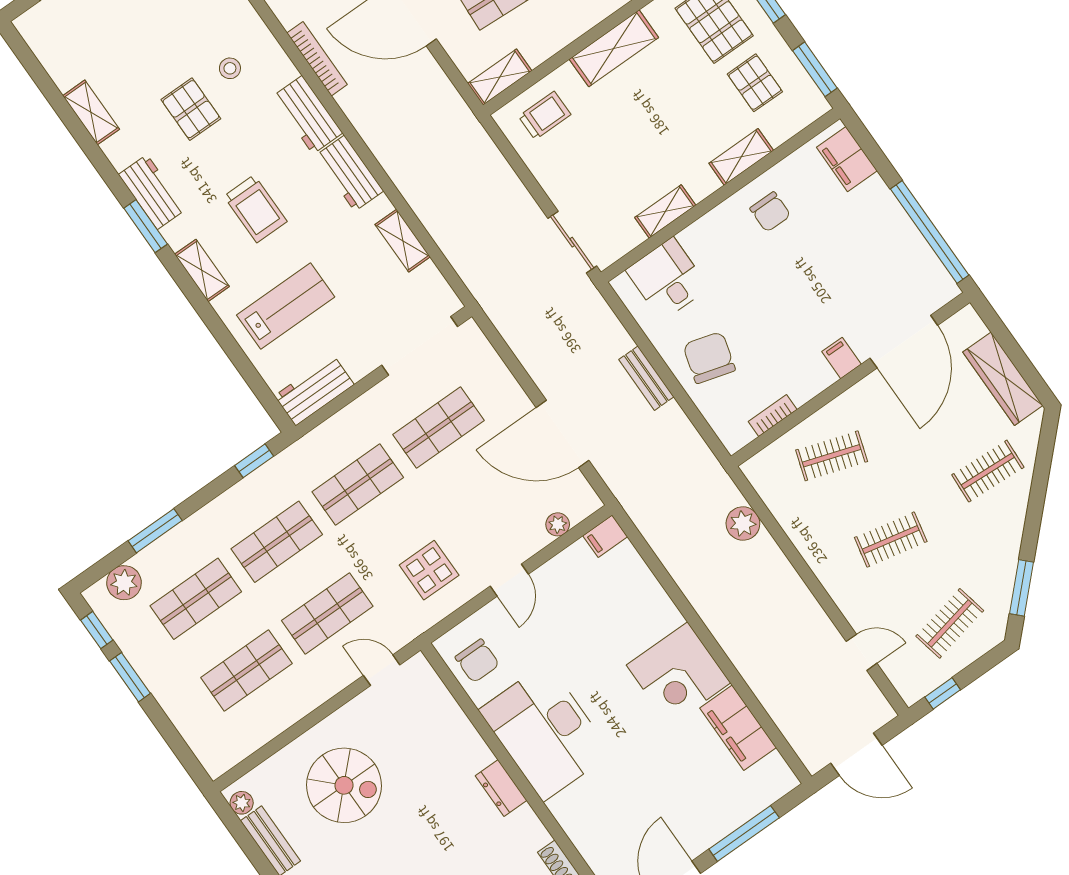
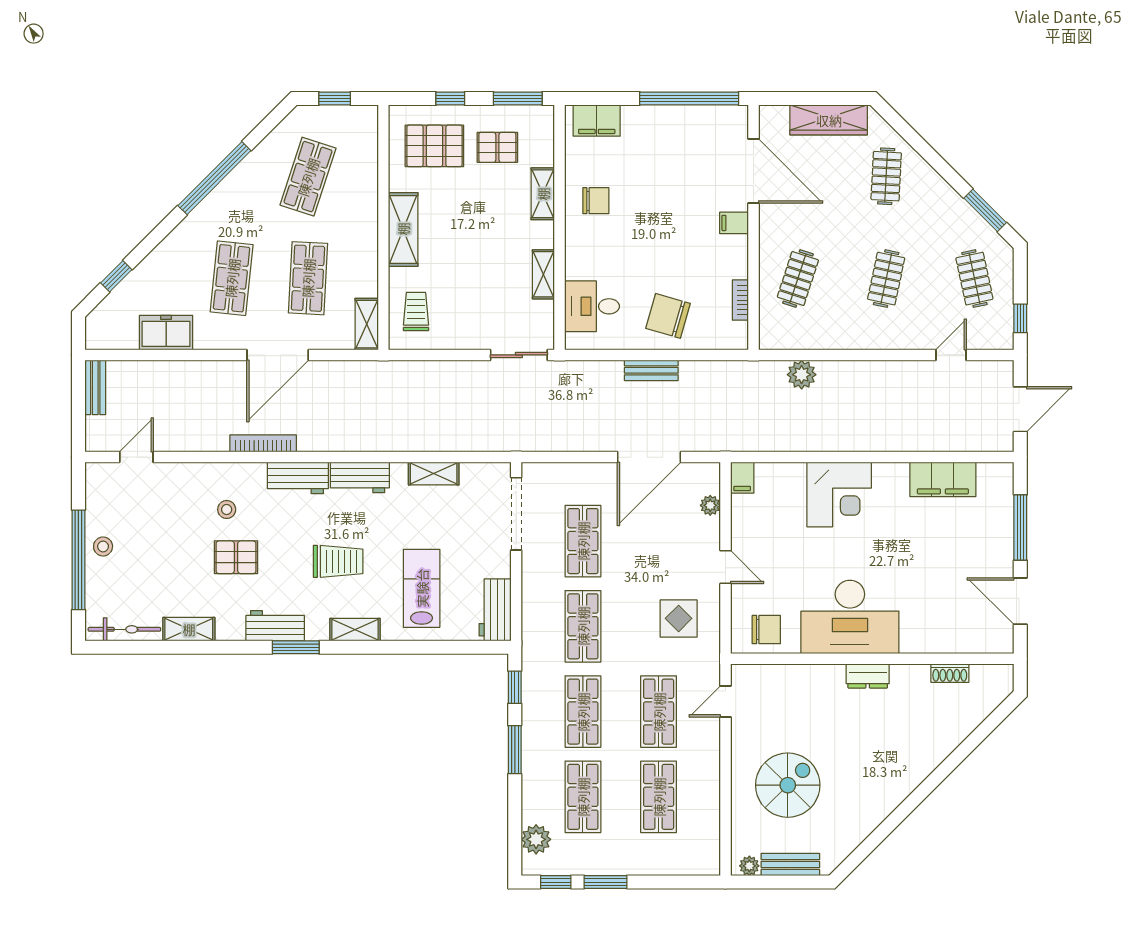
bicycle: (48, 51) -> (124, 629), added
window: (155, 531) -> (515, 750), moved
corner desk: (678, 674) -> (839, 495), moved

